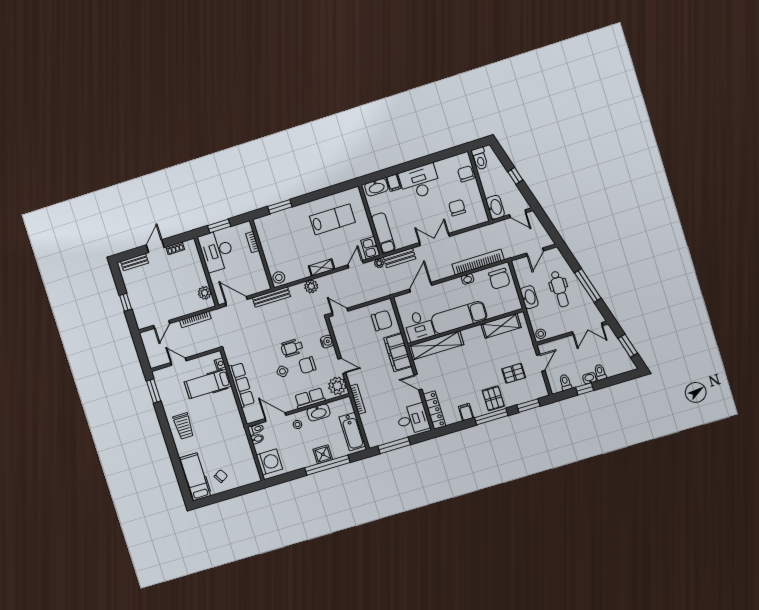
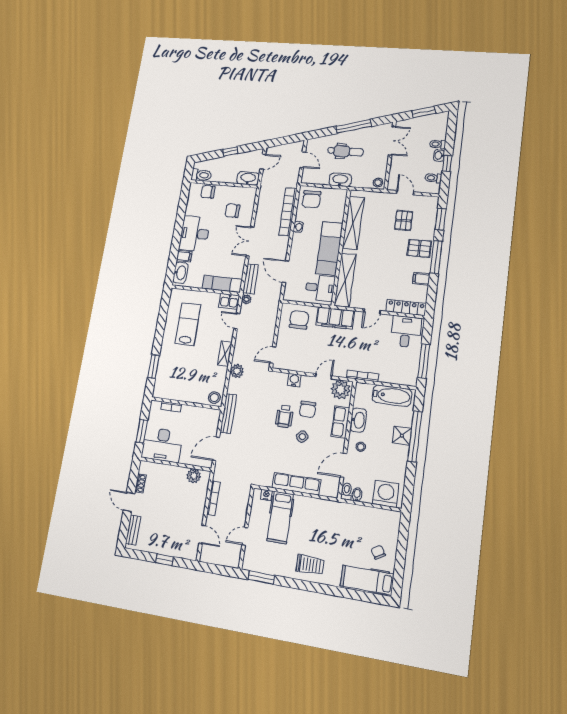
chair: (499, 279) -> (311, 199), turned 90
shelving: (501, 326) -> (353, 223), width x1.47

